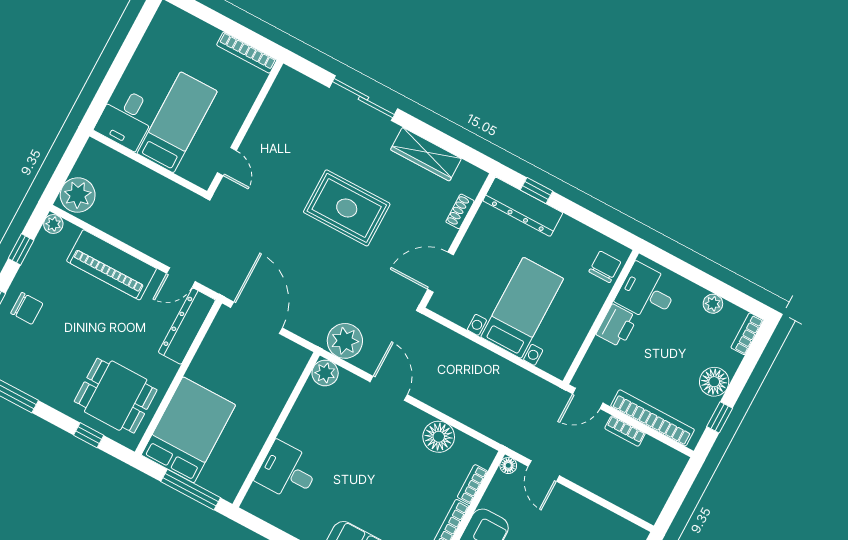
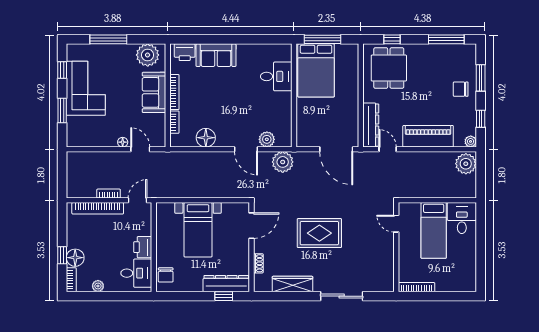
door: (181, 277) -> (388, 149), hinge flipped
plant: (325, 373) -> (267, 139), moved
floor lamp: (714, 382) -> (75, 258), moved
dining table: (116, 396) -> (389, 68), turned 90
window: (720, 417) -> (62, 255), moved
bed: (188, 430) -> (316, 70), moved
floor lamp: (508, 465) -> (123, 142), moved

